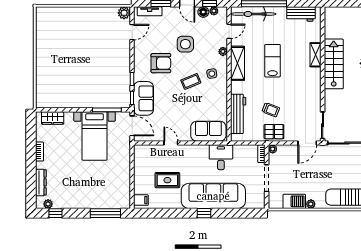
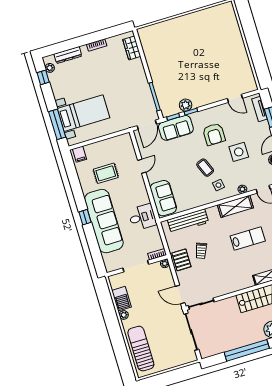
plant: (124, 13) -> (186, 105), moved
bed with nightstands: (95, 136) -> (83, 113), moved, turned 180
rug: (167, 180) -> (106, 173), turned 90

